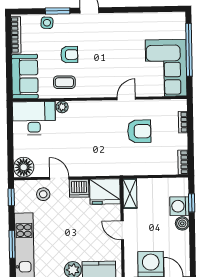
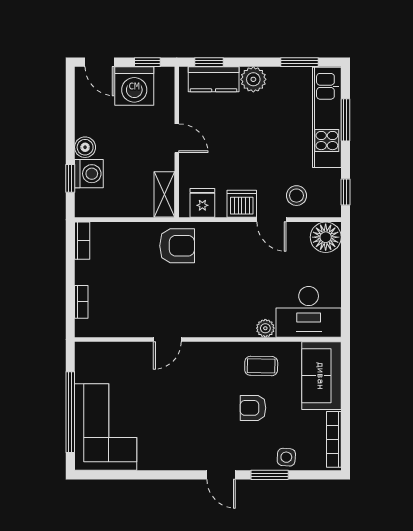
corner sofa: (166, 68) -> (106, 427), moved
armchair: (139, 131) -> (177, 246), moved, turned 180
fridge: (105, 191) -> (202, 203), width x0.53, depth x0.75

